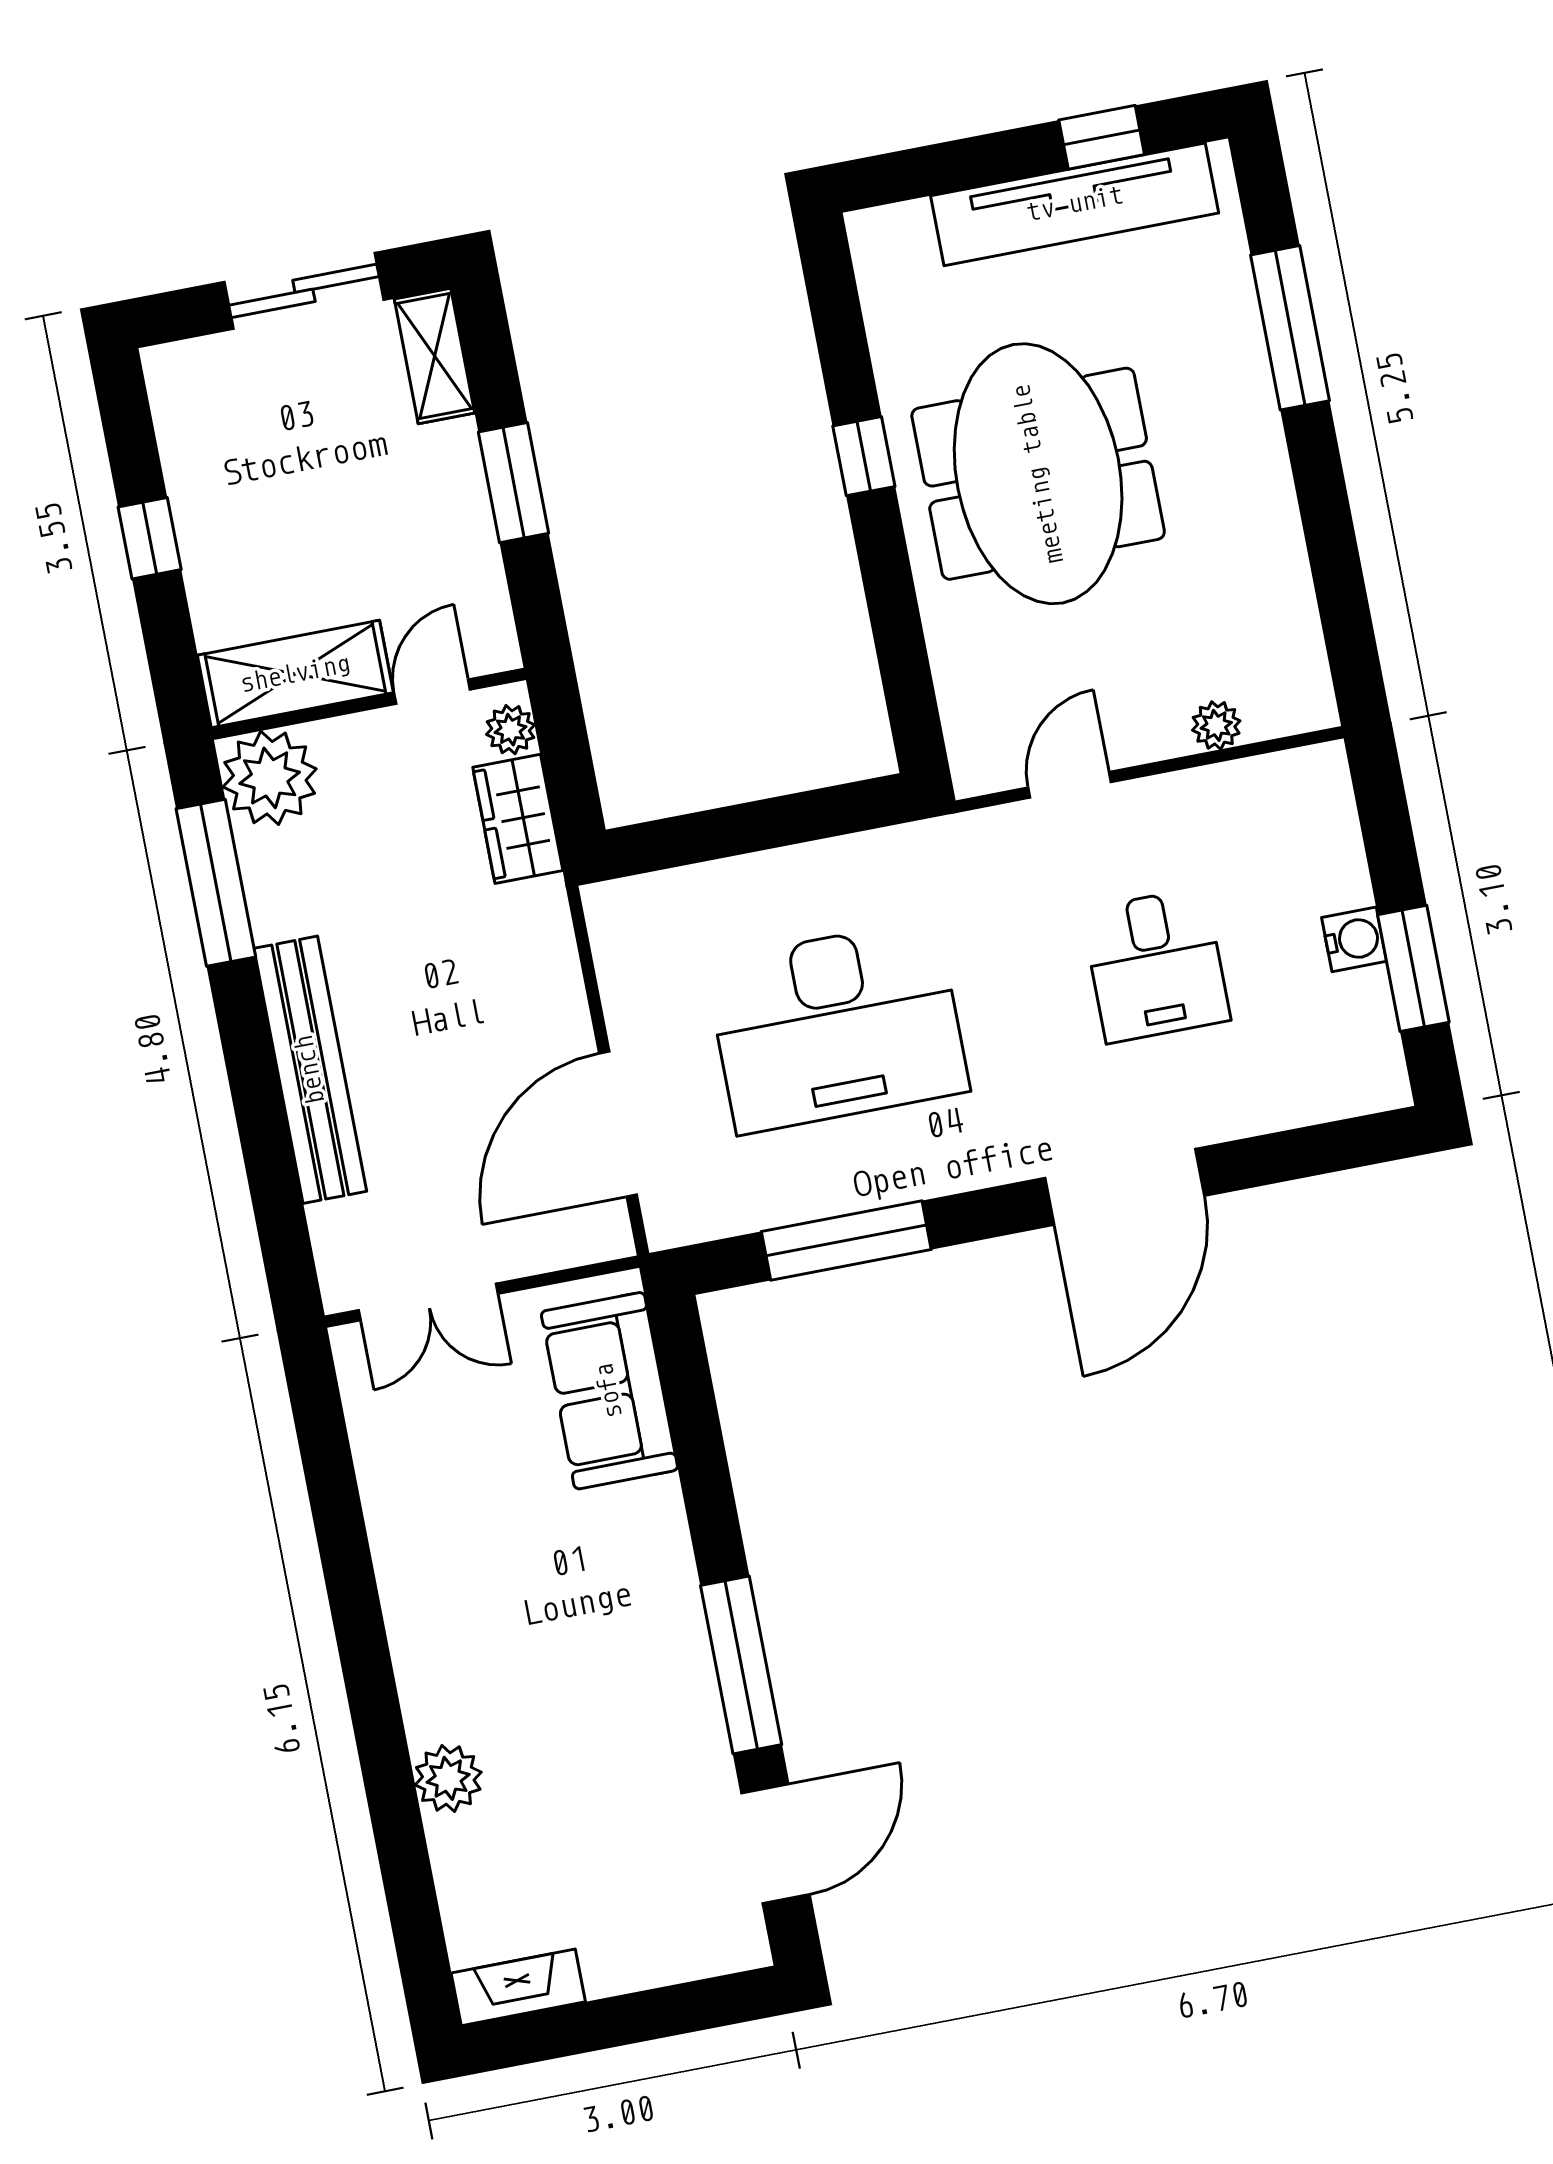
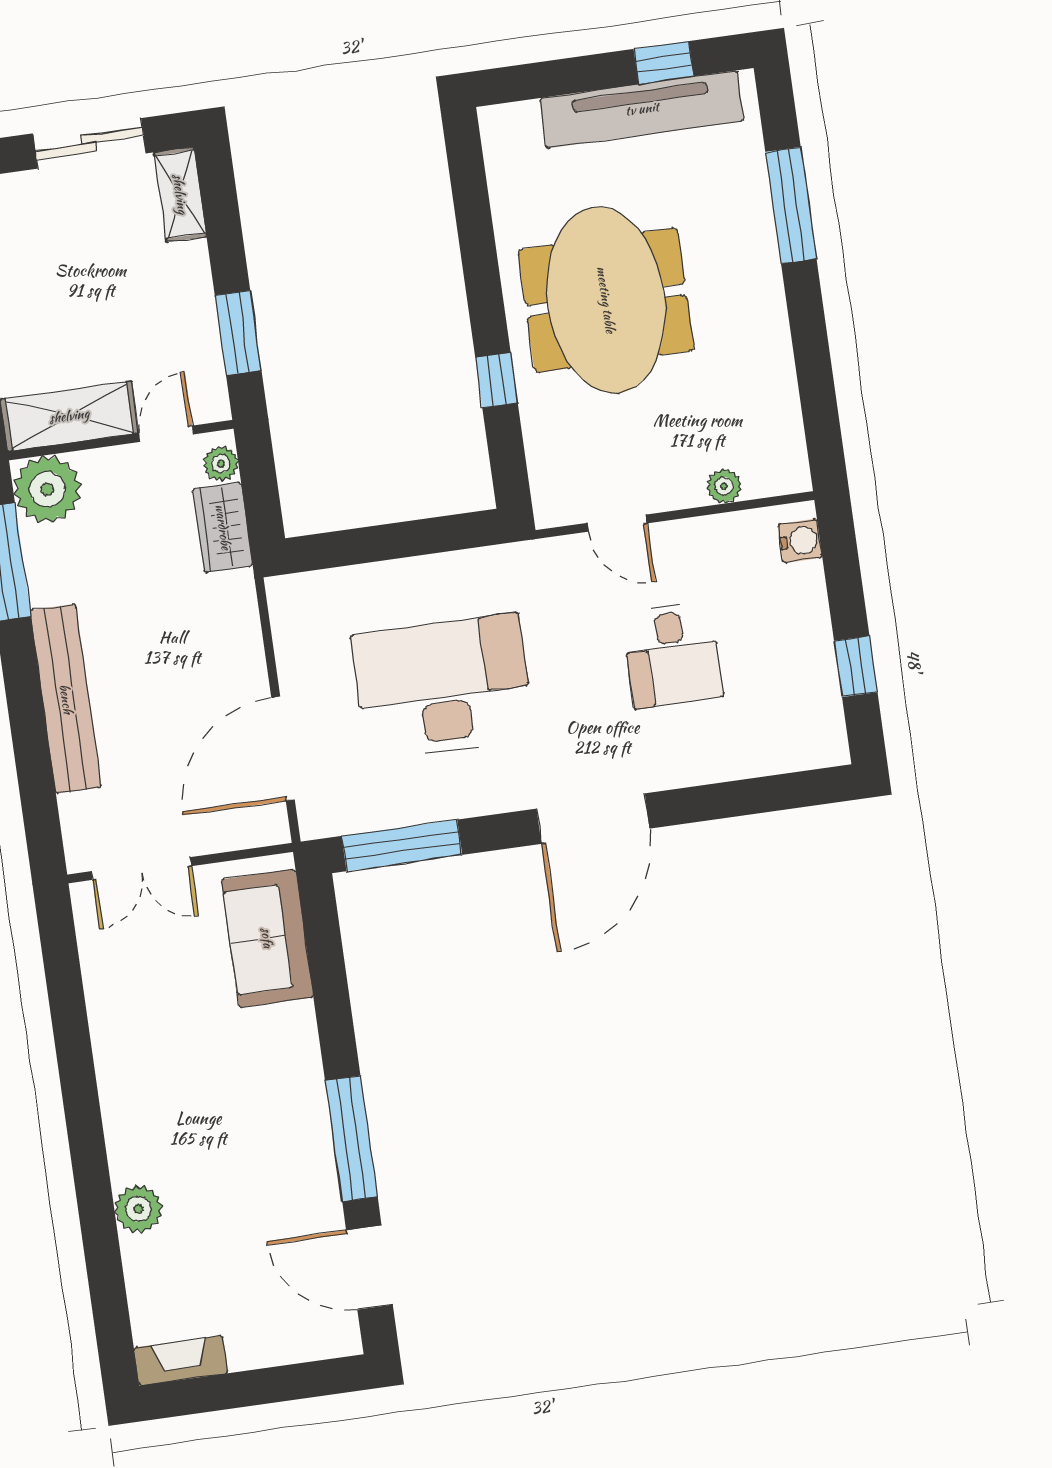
window: (864, 456) -> (496, 380), moved
window: (513, 483) -> (238, 333), moved
door: (1070, 785) -> (617, 523), swing flipped
water cooler: (1354, 939) -> (800, 541), moved
window: (1413, 968) -> (856, 666), width x0.67
desk: (837, 1026) -> (443, 687), turned 180
door: (1125, 1187) -> (593, 819), moved
window: (846, 1241) -> (402, 845), moved
door: (776, 1844) -> (369, 1267), swing flipped

